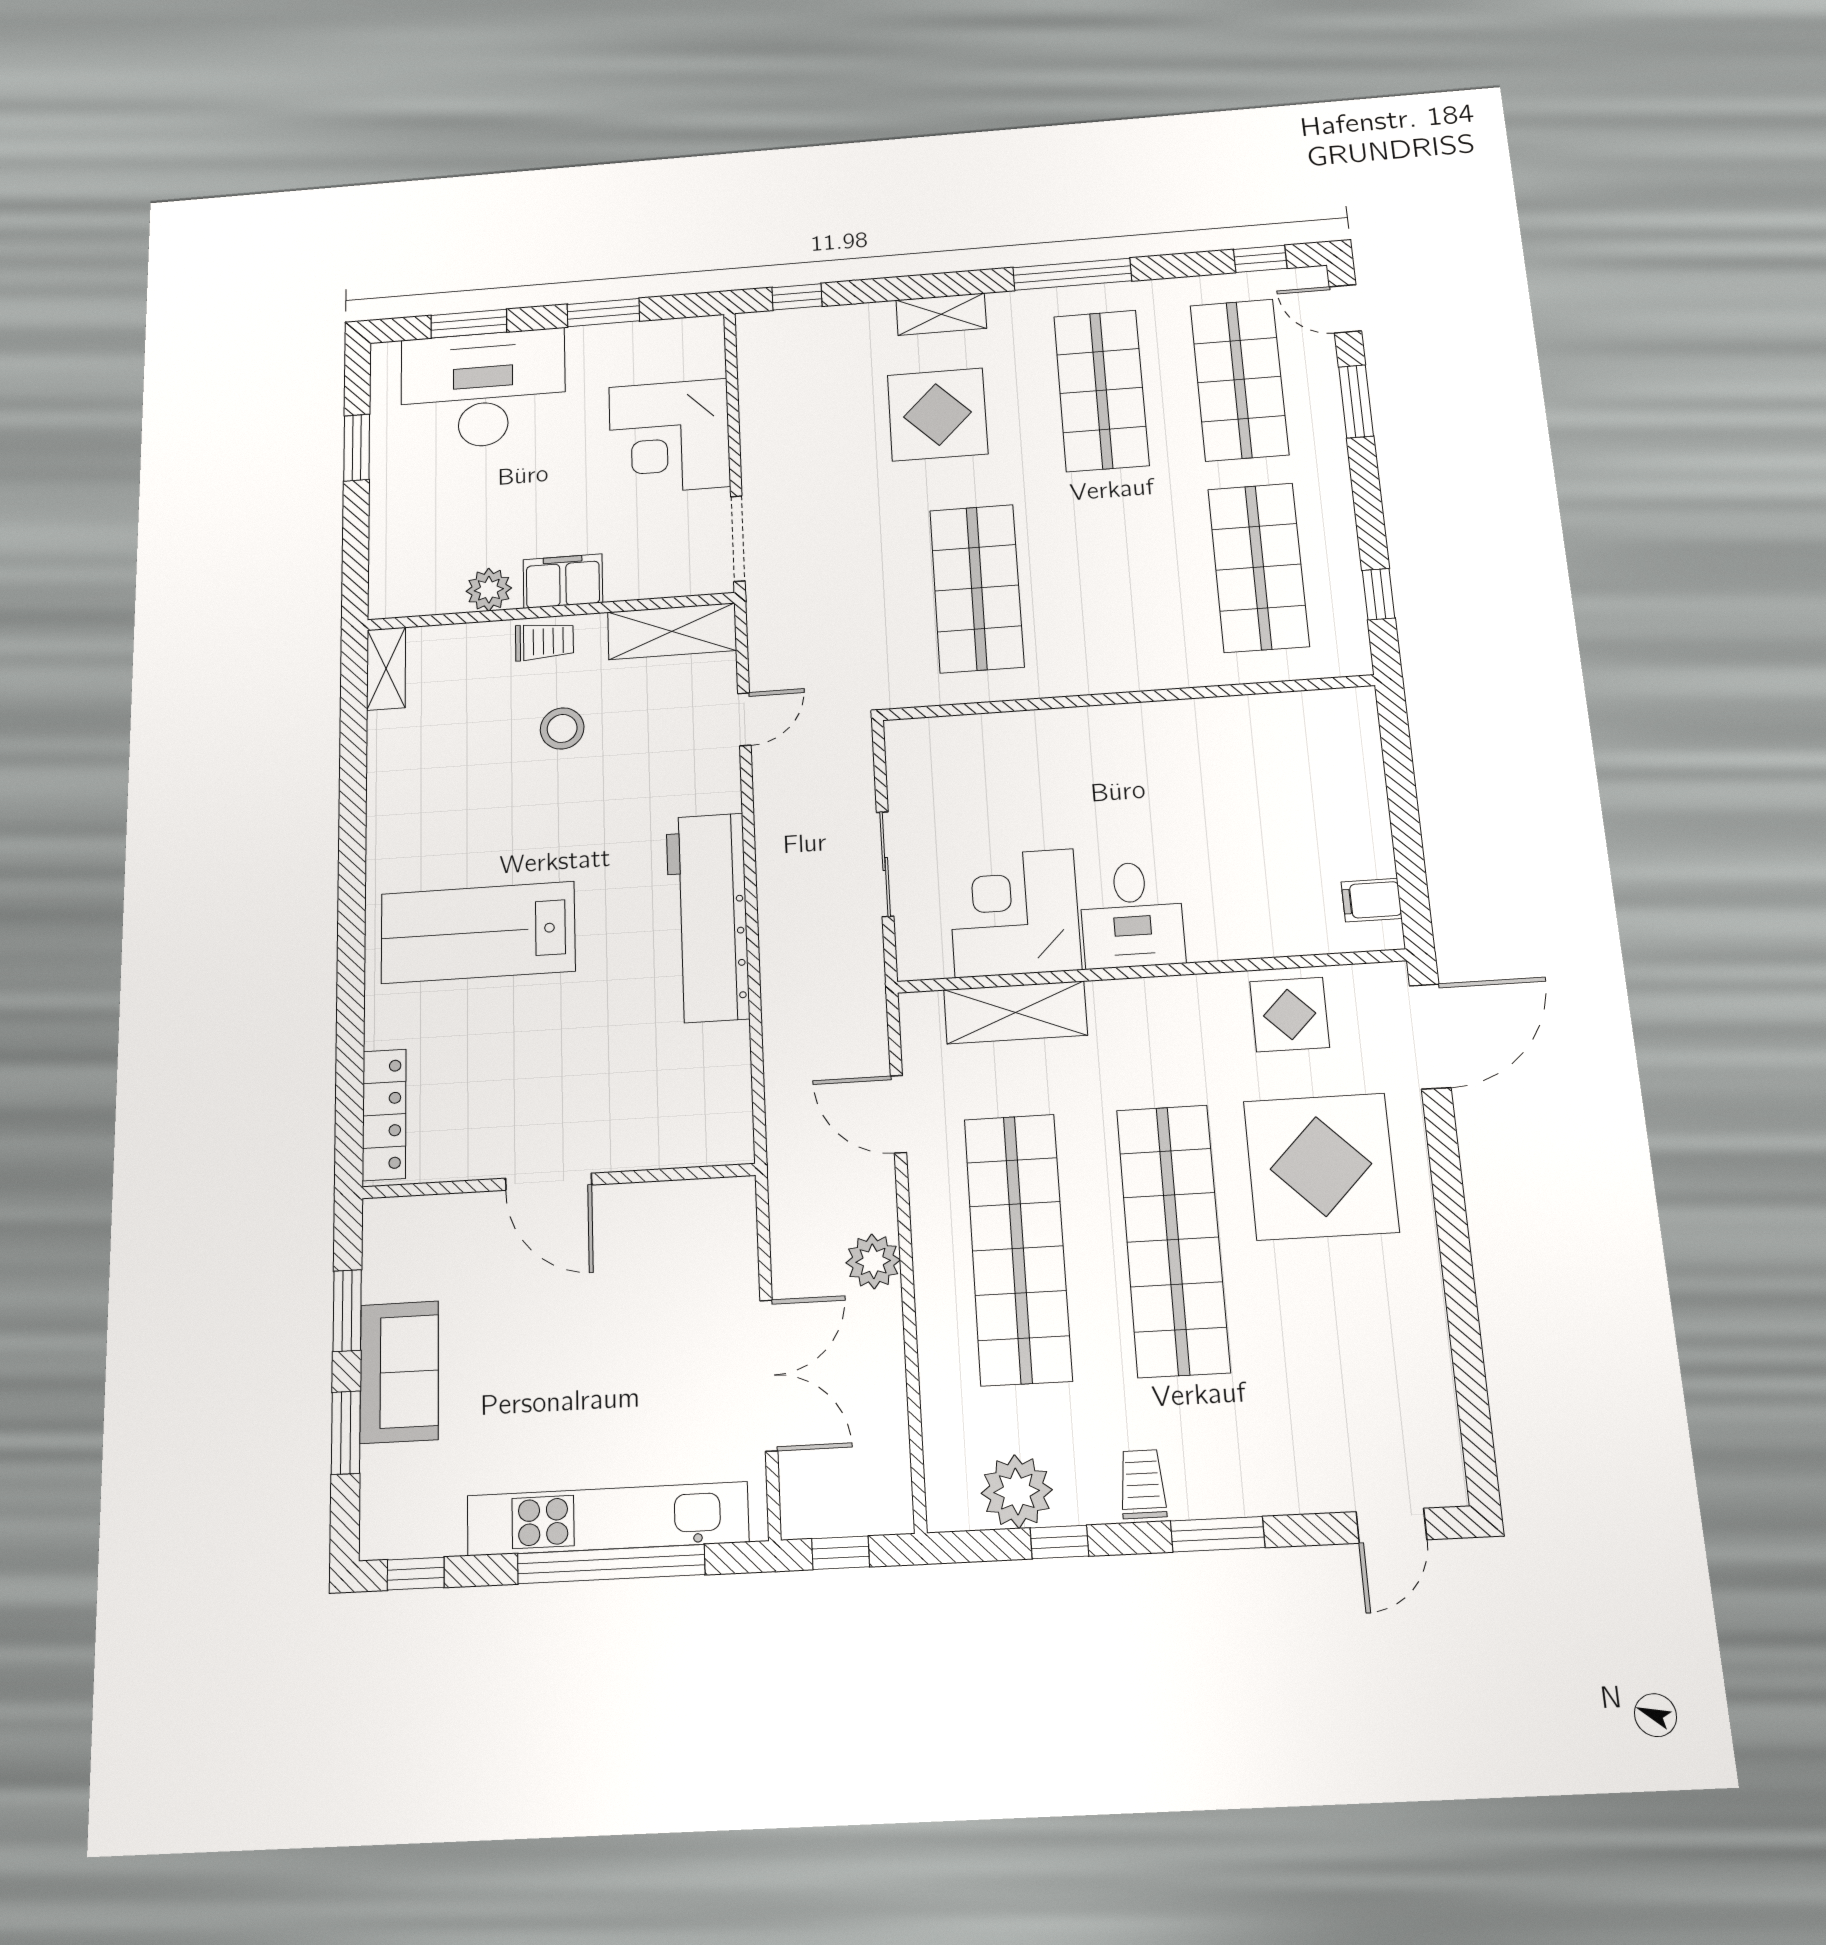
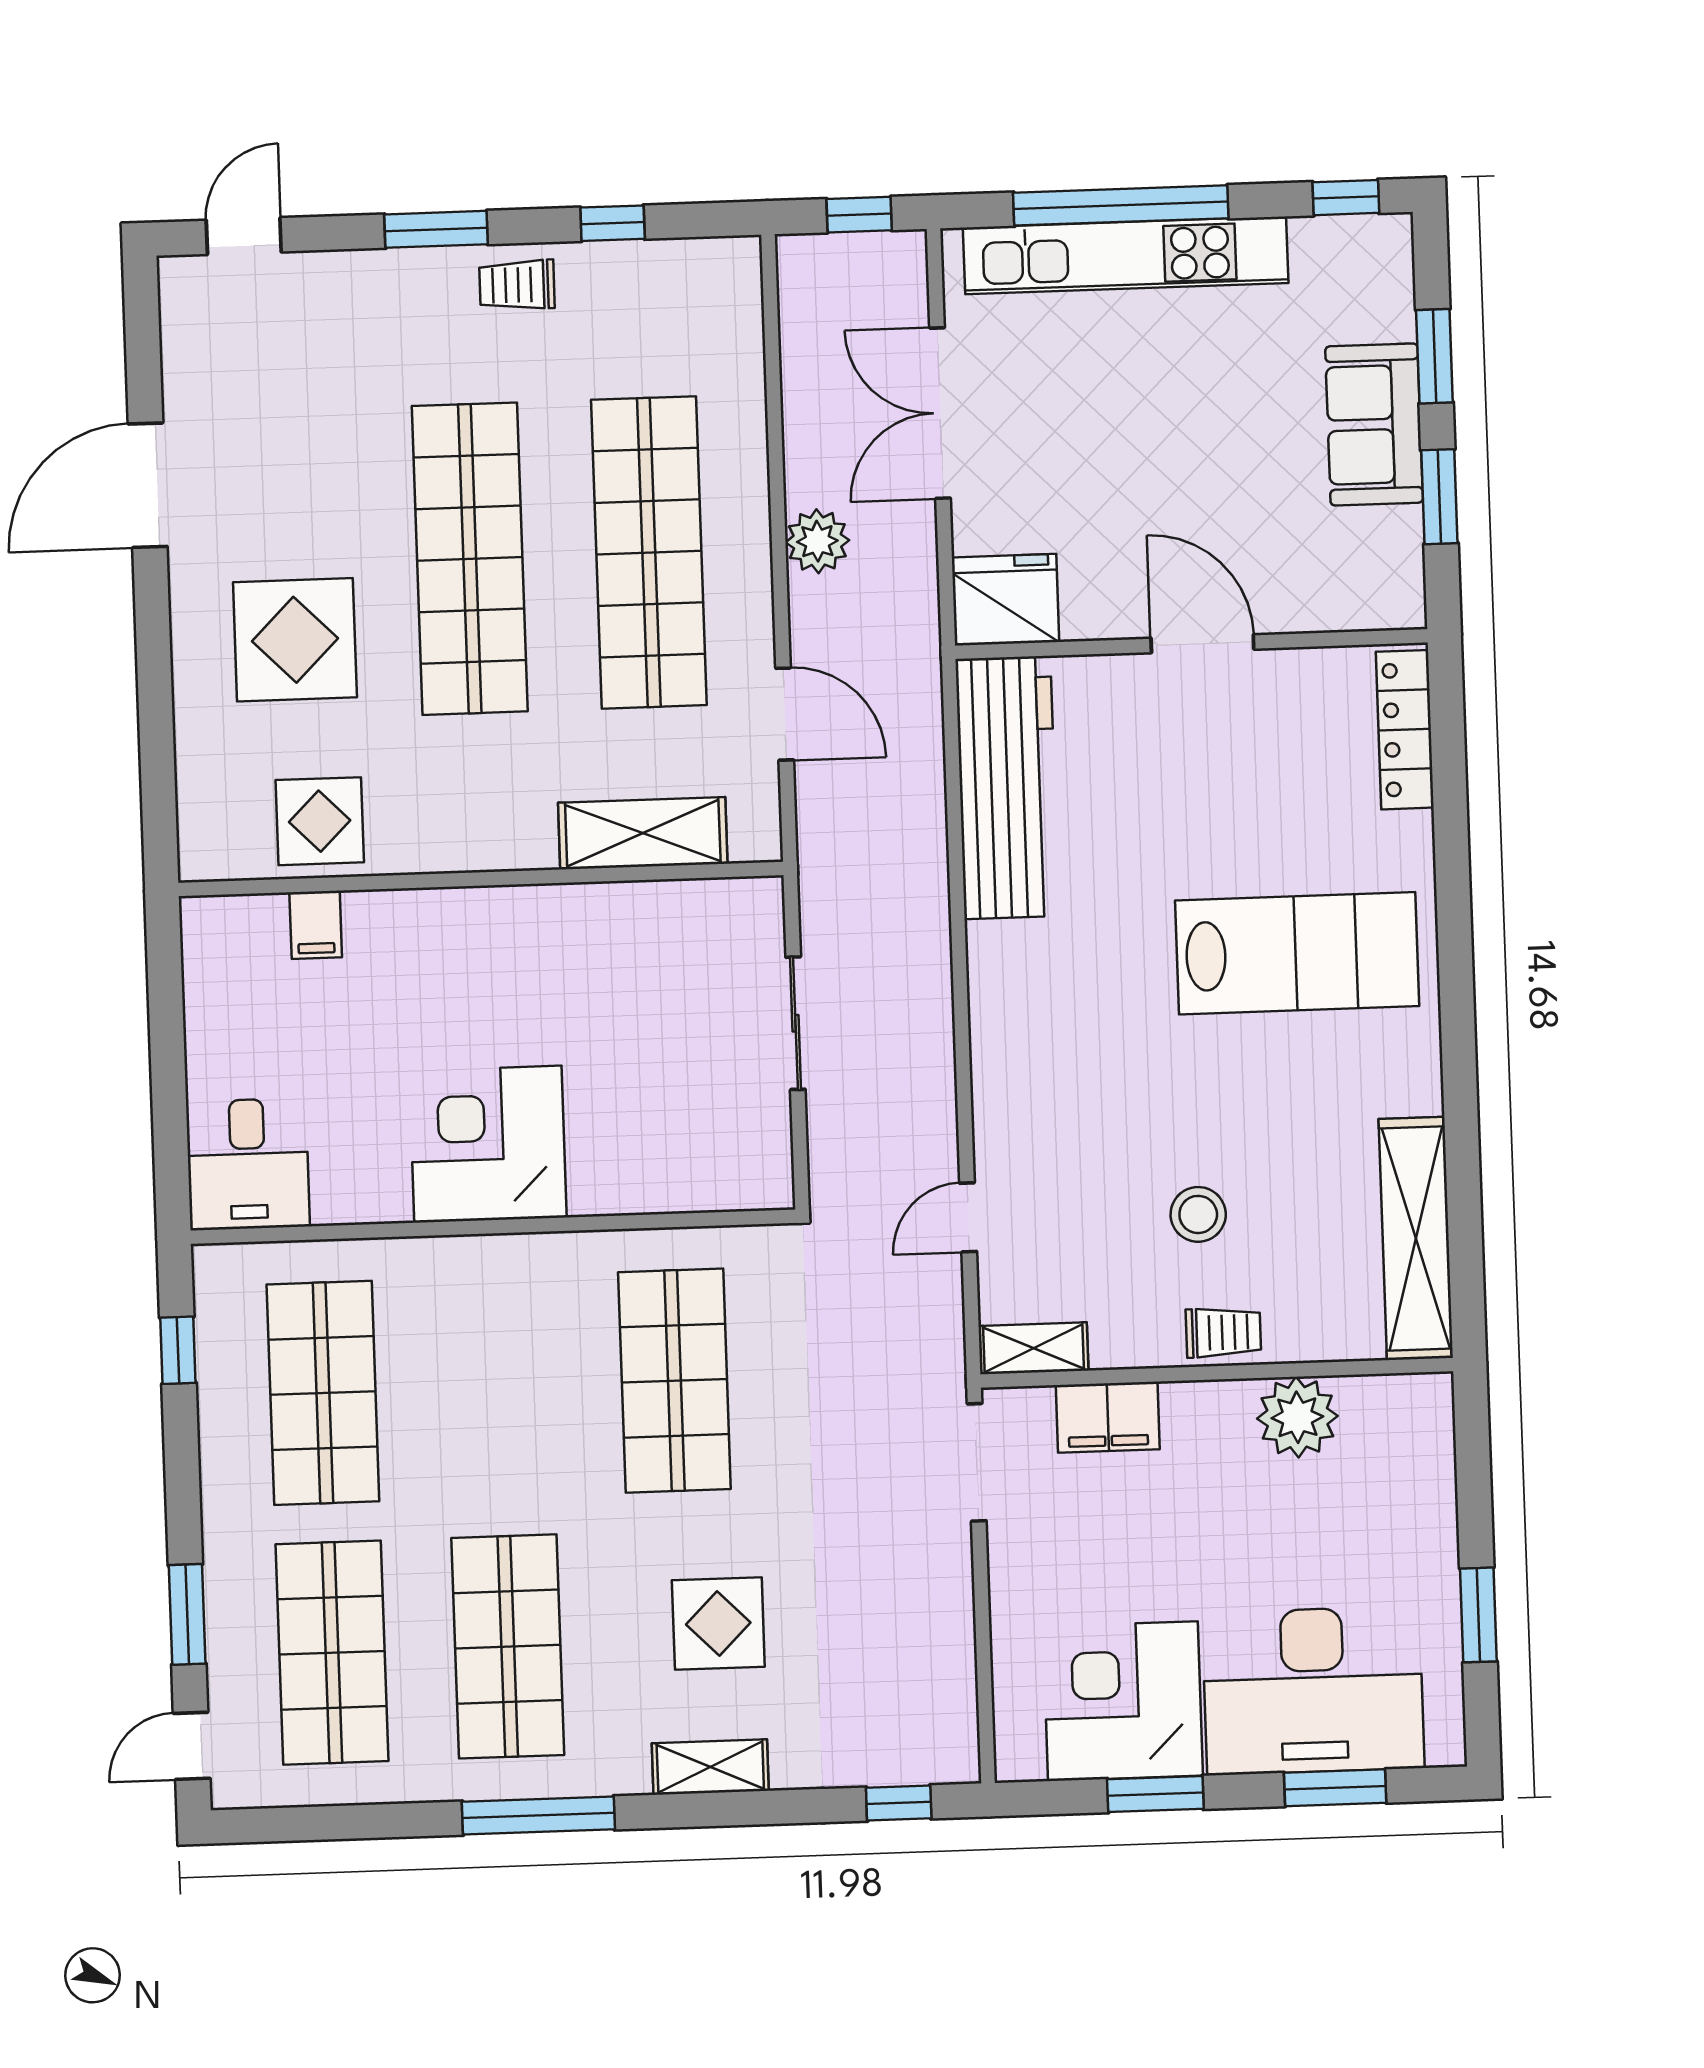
window: (1260, 259) -> (295, 1824), removed
door: (1345, 309) -> (192, 1746), swing flipped
display table: (937, 414) -> (718, 1623), width x0.73, depth x0.73
corner desk: (669, 437) -> (1123, 1701), moved, turned -90
filing cabinet: (563, 581) -> (1108, 1417), moved
plant: (489, 590) -> (1297, 1417), width x1.36, depth x1.36
shelving: (672, 631) -> (1033, 1348), width x0.67, depth x0.75
trolley: (544, 641) -> (1223, 1332), turned 180
shelving: (386, 669) -> (1416, 1238), width x2.20, depth x1.33
filing cabinet: (1372, 900) -> (316, 925), moved, turned 90
corner desk: (1014, 913) -> (488, 1144), moved, turned 180
desk: (1132, 915) -> (248, 1164), moved, turned 180
workbench: (708, 917) -> (1007, 788), moved
door: (1430, 1036) -> (148, 485), moved
display table: (1321, 1166) -> (295, 640), width x0.73, depth x0.73
fridge: (713, 1215) -> (1005, 600), added
trolley: (1143, 1484) -> (517, 285), turned 90
plant: (1017, 1492) -> (659, 279), removed

